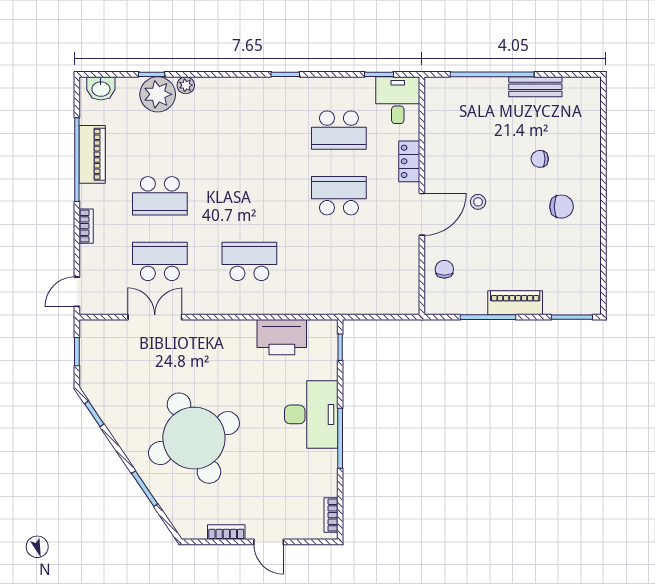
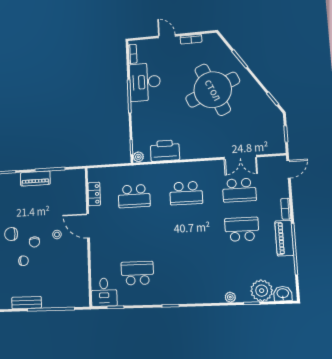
plant: (158, 94) -> (262, 291), moved
piano: (92, 154) -> (284, 238), moved
locker: (409, 161) -> (94, 194), moved
school desk: (339, 196) -> (134, 196), moved
door: (422, 214) -> (88, 226), hinge flipped
chair: (444, 269) -> (34, 242), moved
plant: (329, 329) -> (138, 157), added
desk: (311, 414) -> (145, 82), moved

